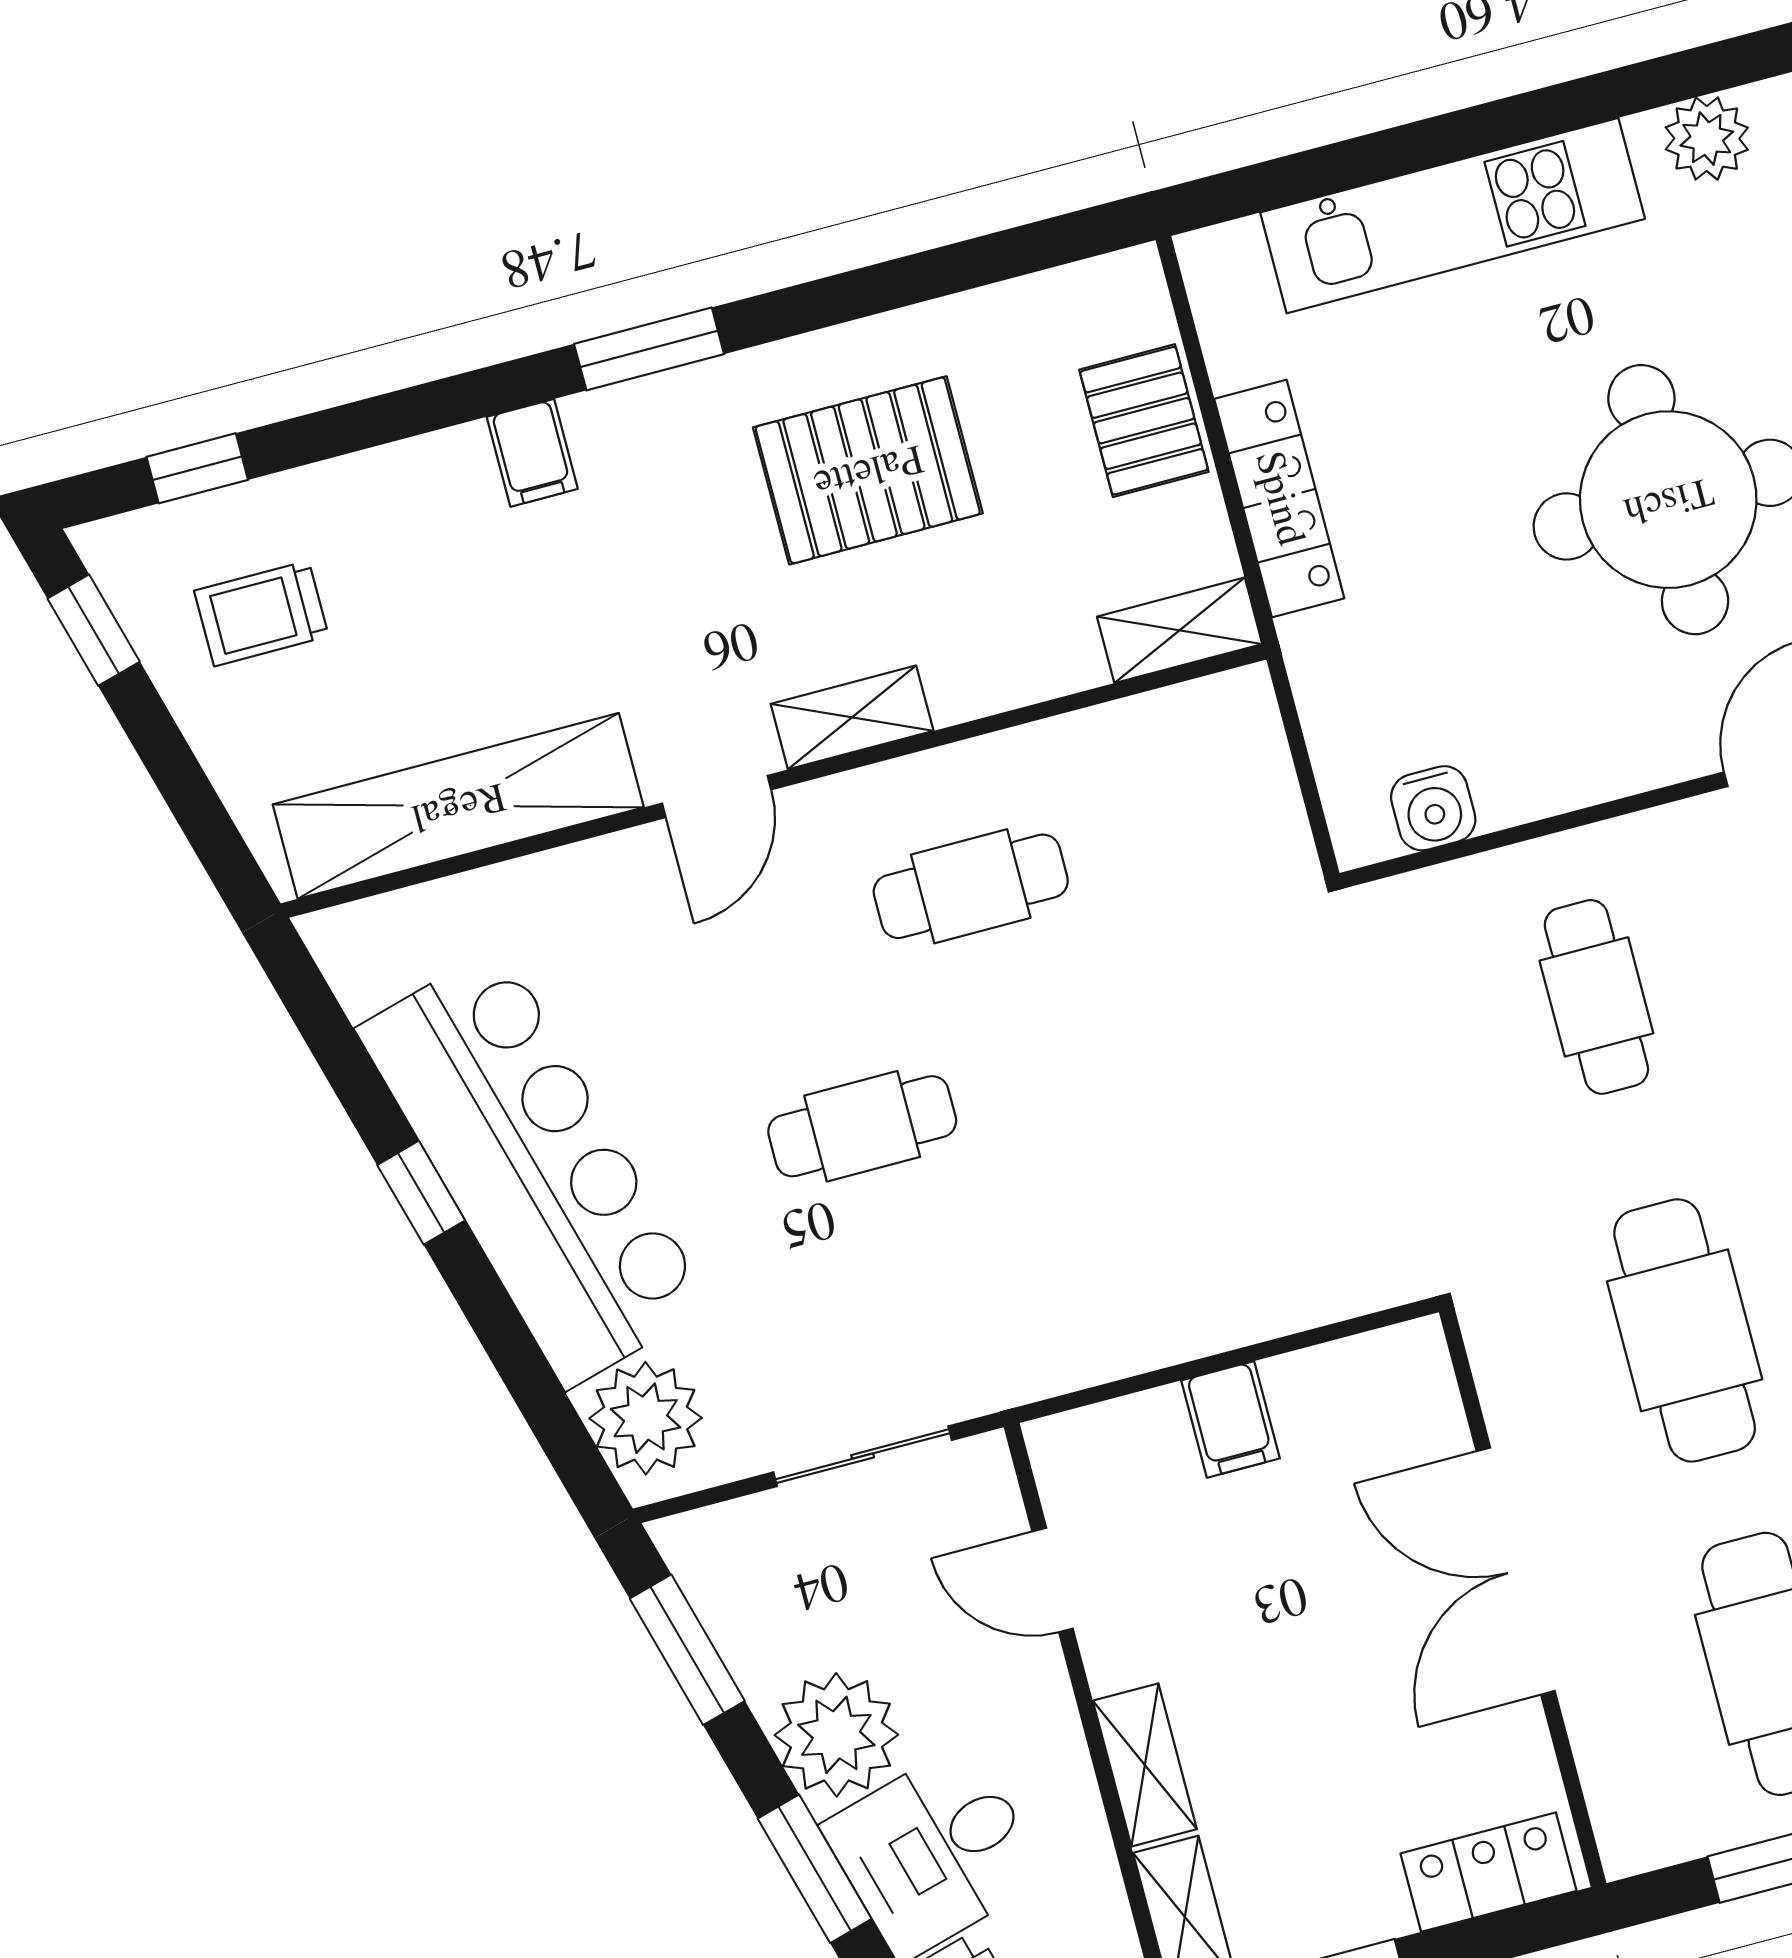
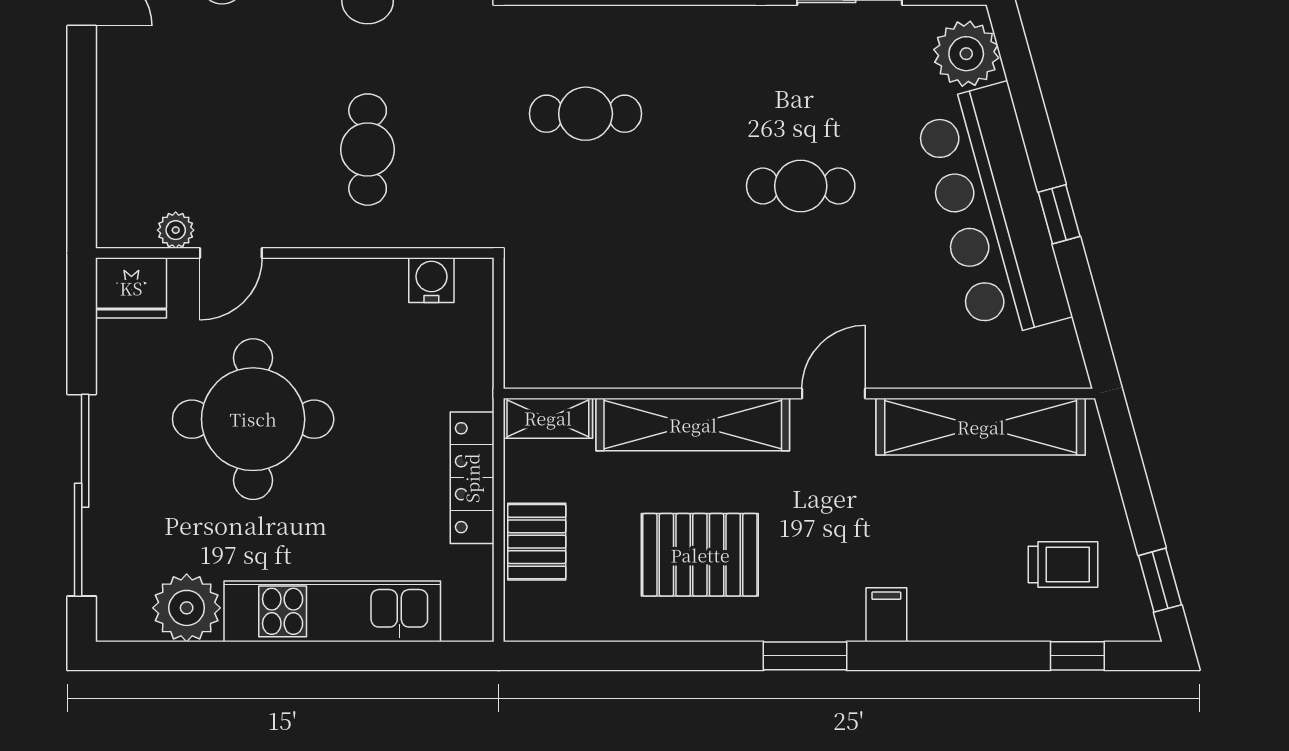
plant: (1707, 139) -> (187, 608), width x1.36, depth x1.36
shelving: (852, 717) -> (693, 425), width x2.20, depth x1.33
cafe table: (971, 886) -> (586, 114), moved

